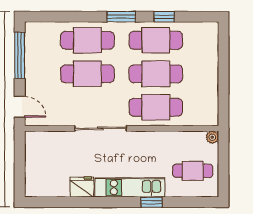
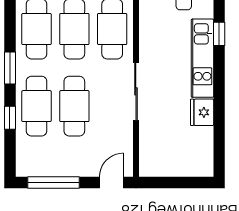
window: (164, 17) -> (10, 118), moved

